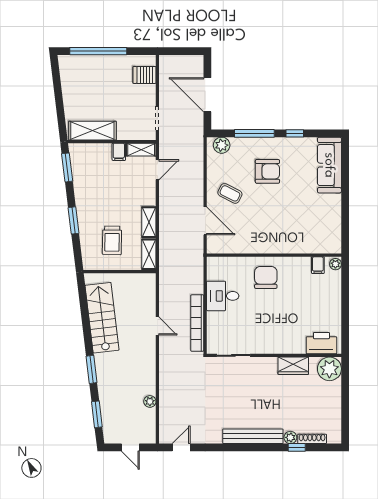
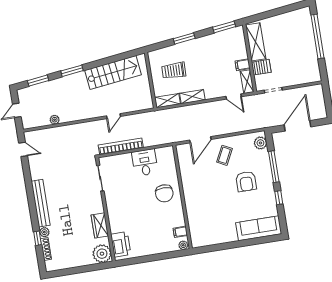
server rack: (144, 75) -> (261, 67), moved, turned 90
chair: (266, 277) -> (164, 193), turned 90

